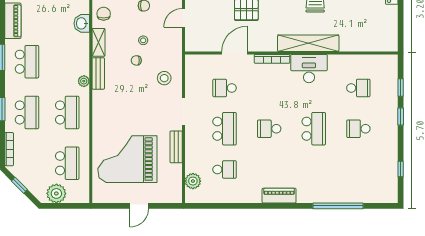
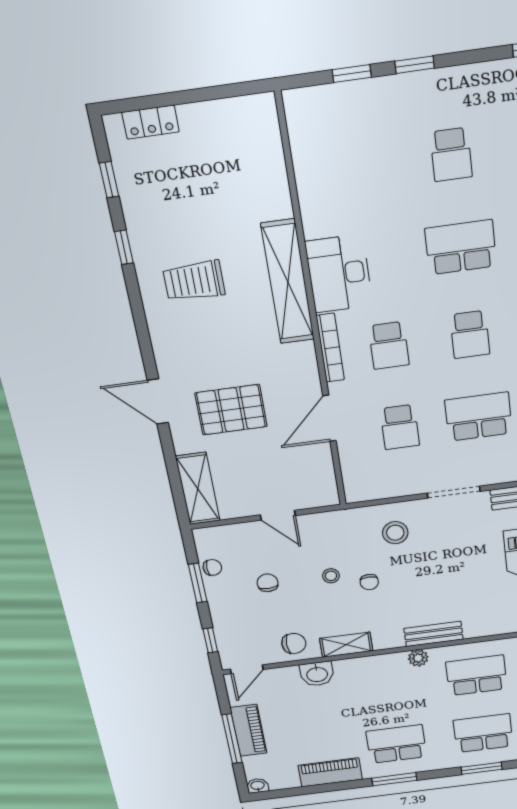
chair: (104, 14) -> (294, 643), turned 180
door: (235, 53) -> (329, 418), hinge flipped
bench: (98, 73) -> (434, 634), moved
school desk: (358, 88) -> (389, 345), moved, turned 180

